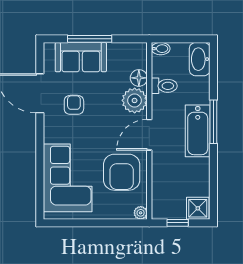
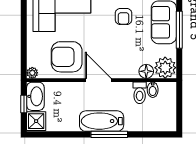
bidet: (161, 49) -> (153, 90), moved
washbasin: (200, 59) -> (35, 96), moved, turned 90
plant: (135, 100) -> (165, 68), moved
armchair: (74, 105) -> (124, 16), turned 90

